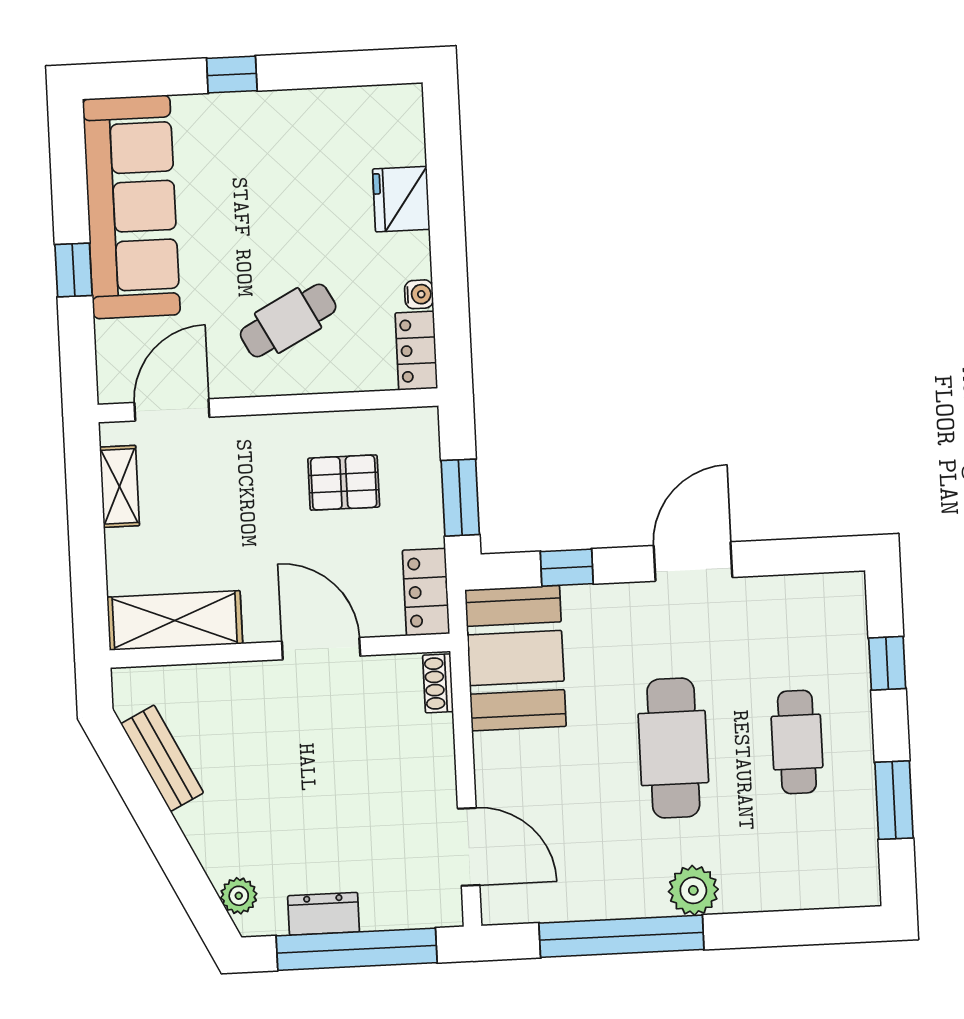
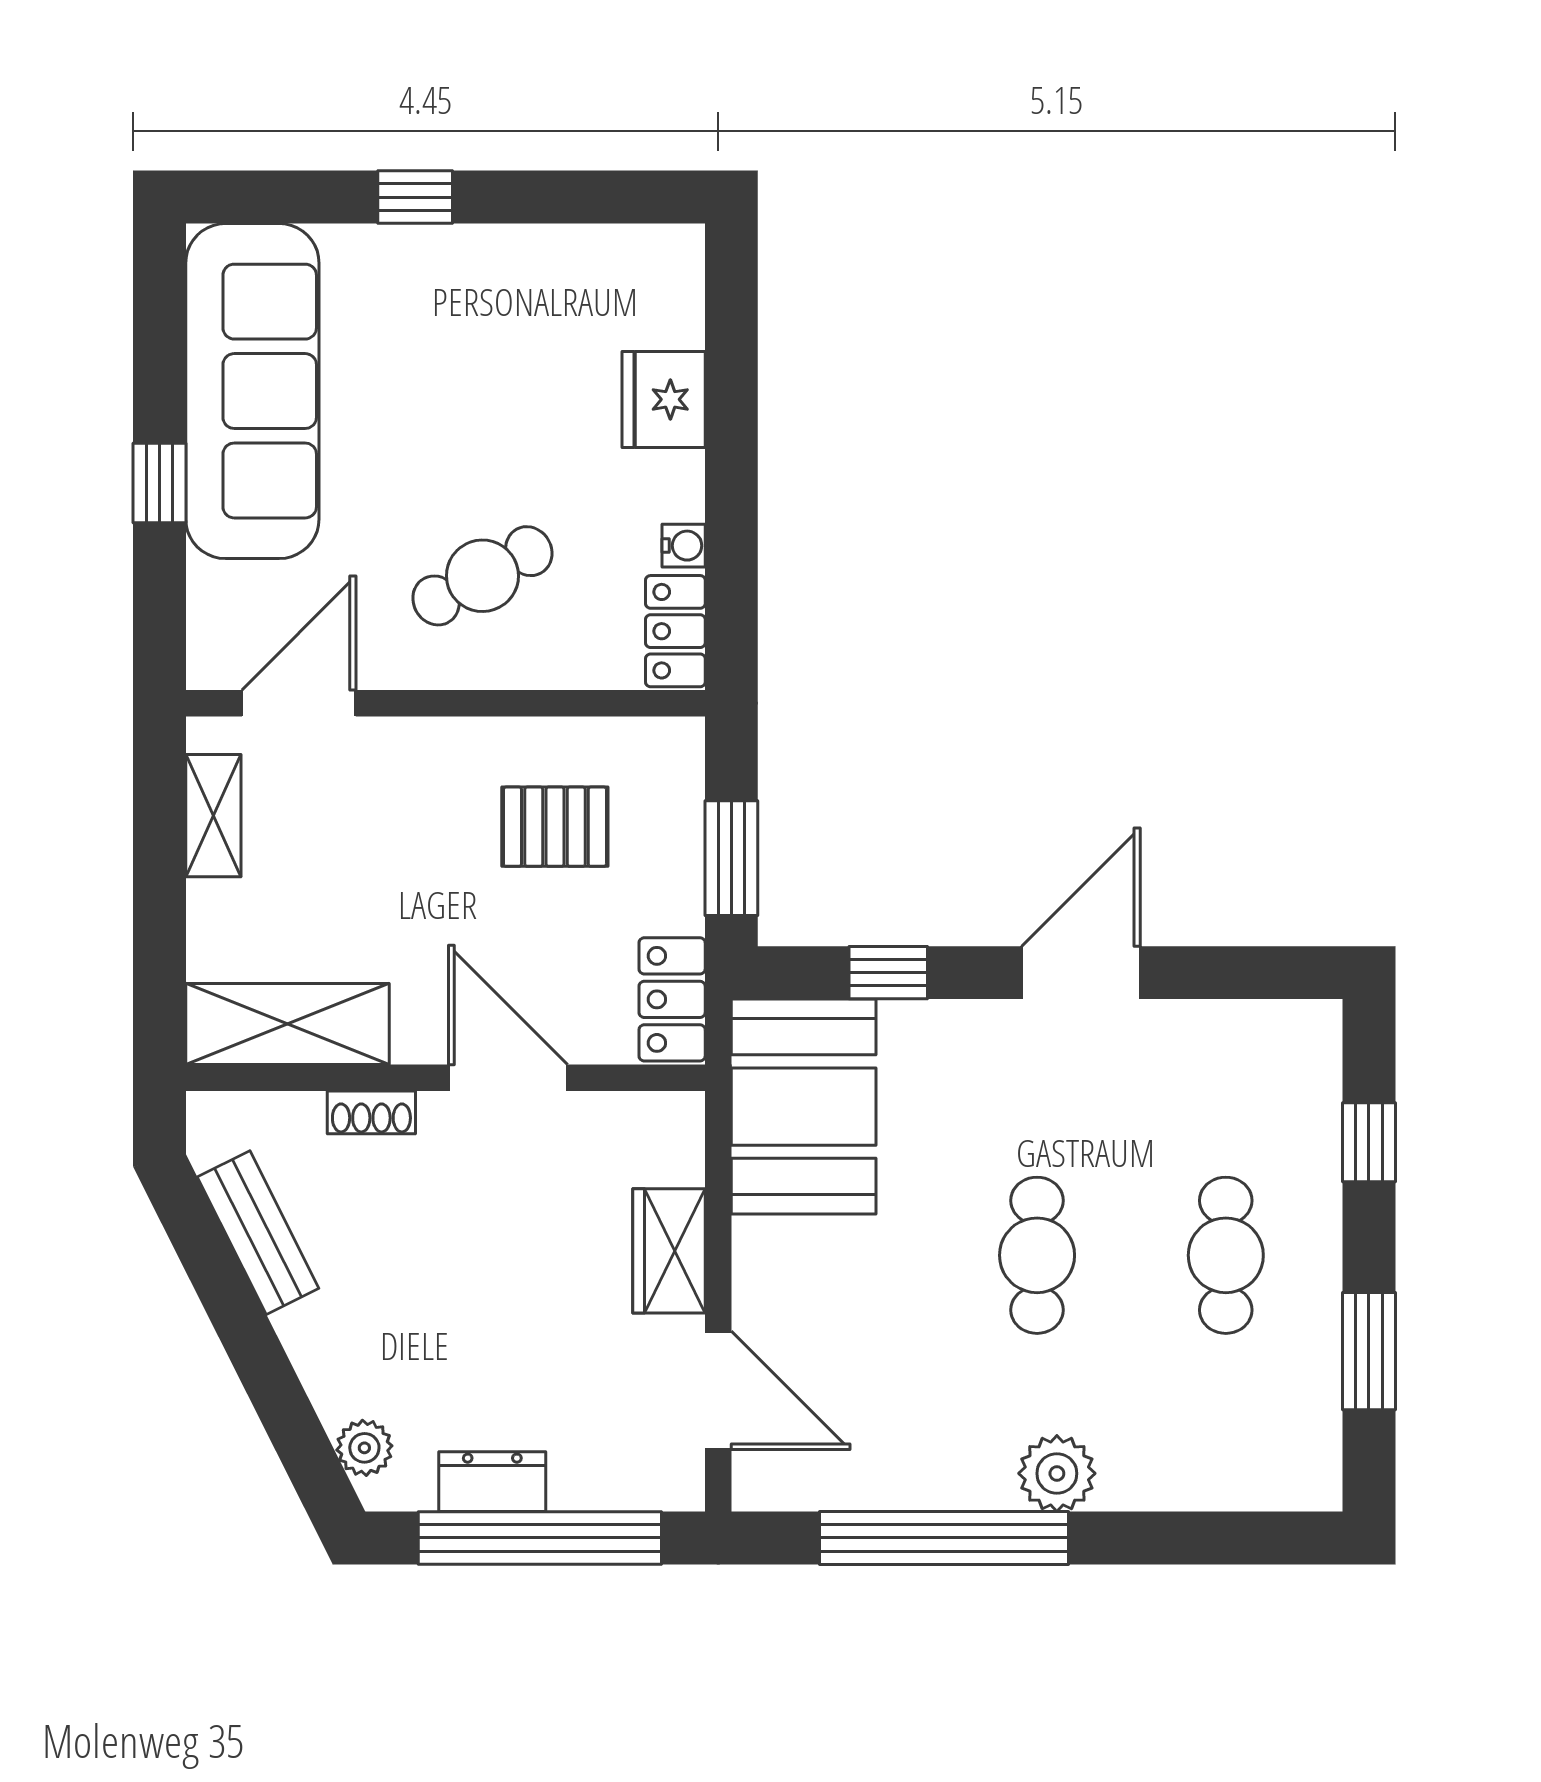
shoe rack: (438, 683) -> (371, 1112), moved, turned -90
cafe table: (673, 748) -> (1037, 1255), width x0.73, depth x0.74
wardrobe: (432, 757) -> (669, 1251), added

